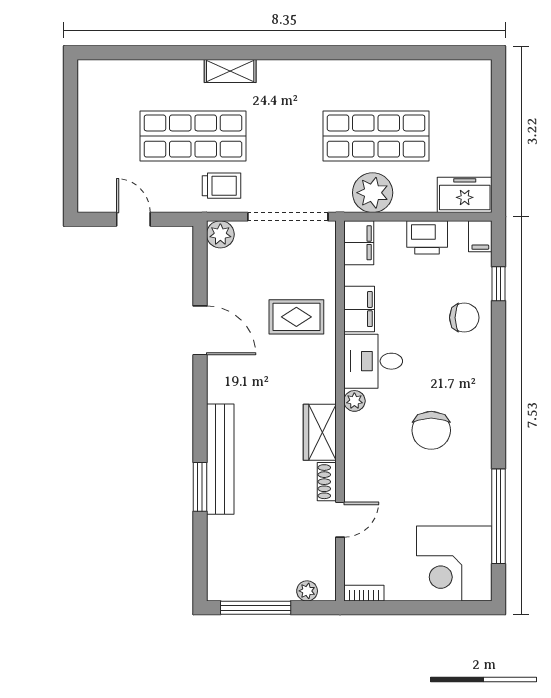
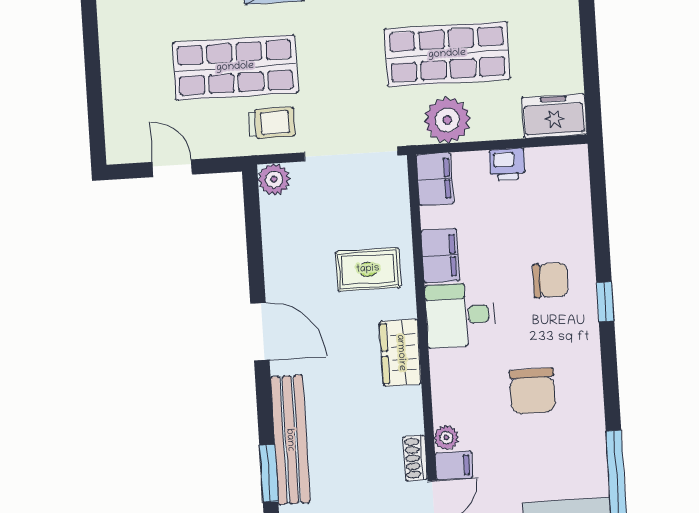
filing cabinet: (480, 236) -> (454, 465), moved, turned -90
printer: (427, 237) -> (507, 164), width x0.73, depth x0.81
window: (499, 284) -> (605, 302), moved
chair: (464, 318) -> (550, 280), moved
door: (200, 330) -> (260, 332), moved
plant: (354, 401) -> (446, 438), moved
wardrobe: (320, 432) -> (401, 353), moved

